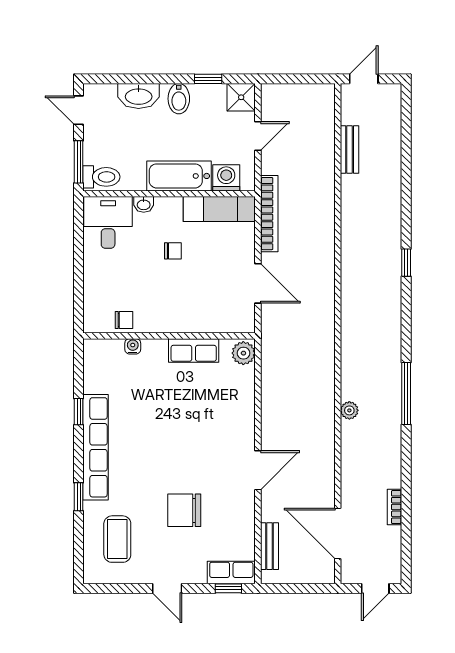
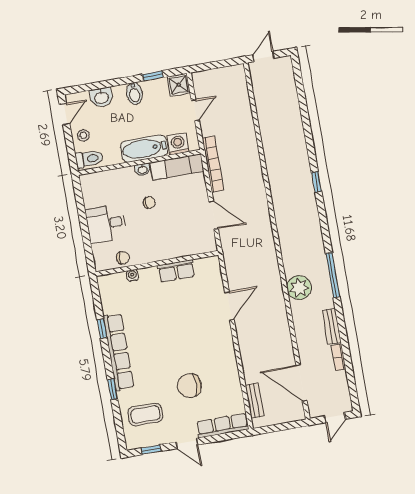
washbasin: (139, 96) -> (101, 97), width x0.72
door: (79, 110) -> (65, 114), swing flipped
stool: (99, 144) -> (83, 135), added
bench: (350, 149) -> (332, 327), moved
window: (79, 162) -> (71, 151), removed
washbasin: (144, 204) -> (143, 170), moved
desk: (108, 222) -> (106, 224), moved, turned -90
plant: (243, 353) -> (212, 267), removed
plant: (349, 410) -> (299, 288), width x1.88, depth x1.88
door: (258, 470) -> (229, 306), moved
coffee table: (117, 539) -> (145, 414), turned 90
row of seats: (231, 573) -> (222, 426), width x1.48
window: (228, 588) -> (151, 450), moved

